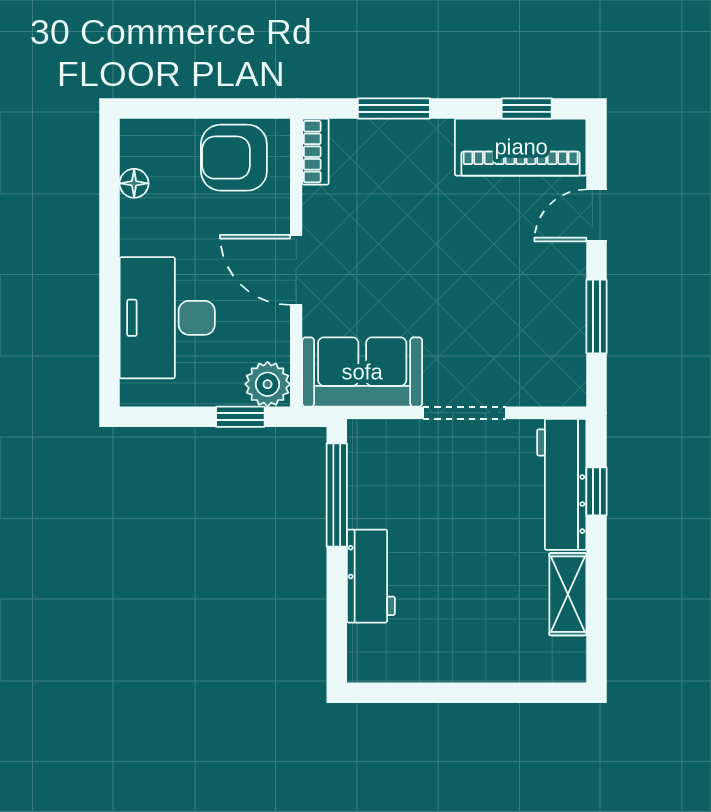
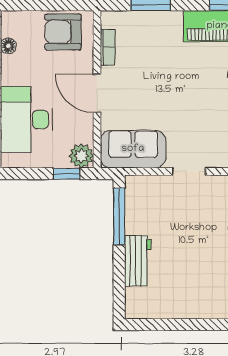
bookcase: (315, 152) -> (108, 47), moved
doorway: (464, 413) -> (189, 171), width x0.73

